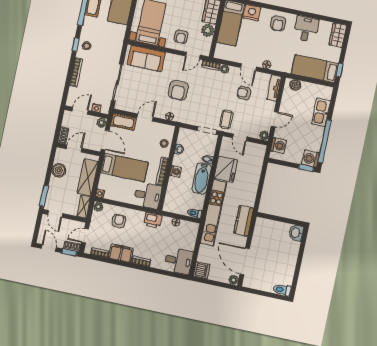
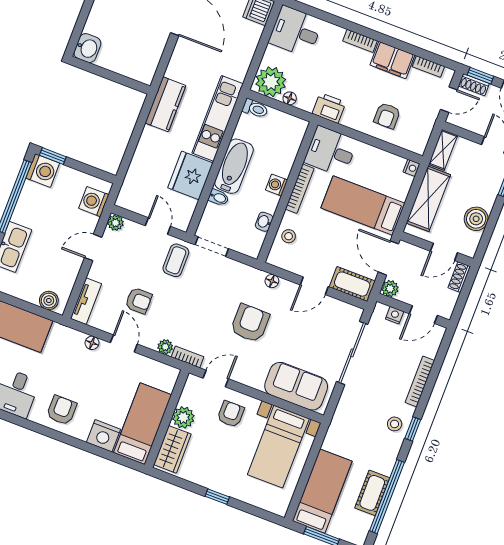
plant: (98, 207) -> (271, 82), moved, width x1.88, depth x1.88
kitchen unit: (213, 213) -> (218, 118), width x0.73
kitchen counter: (244, 221) -> (165, 104), moved

